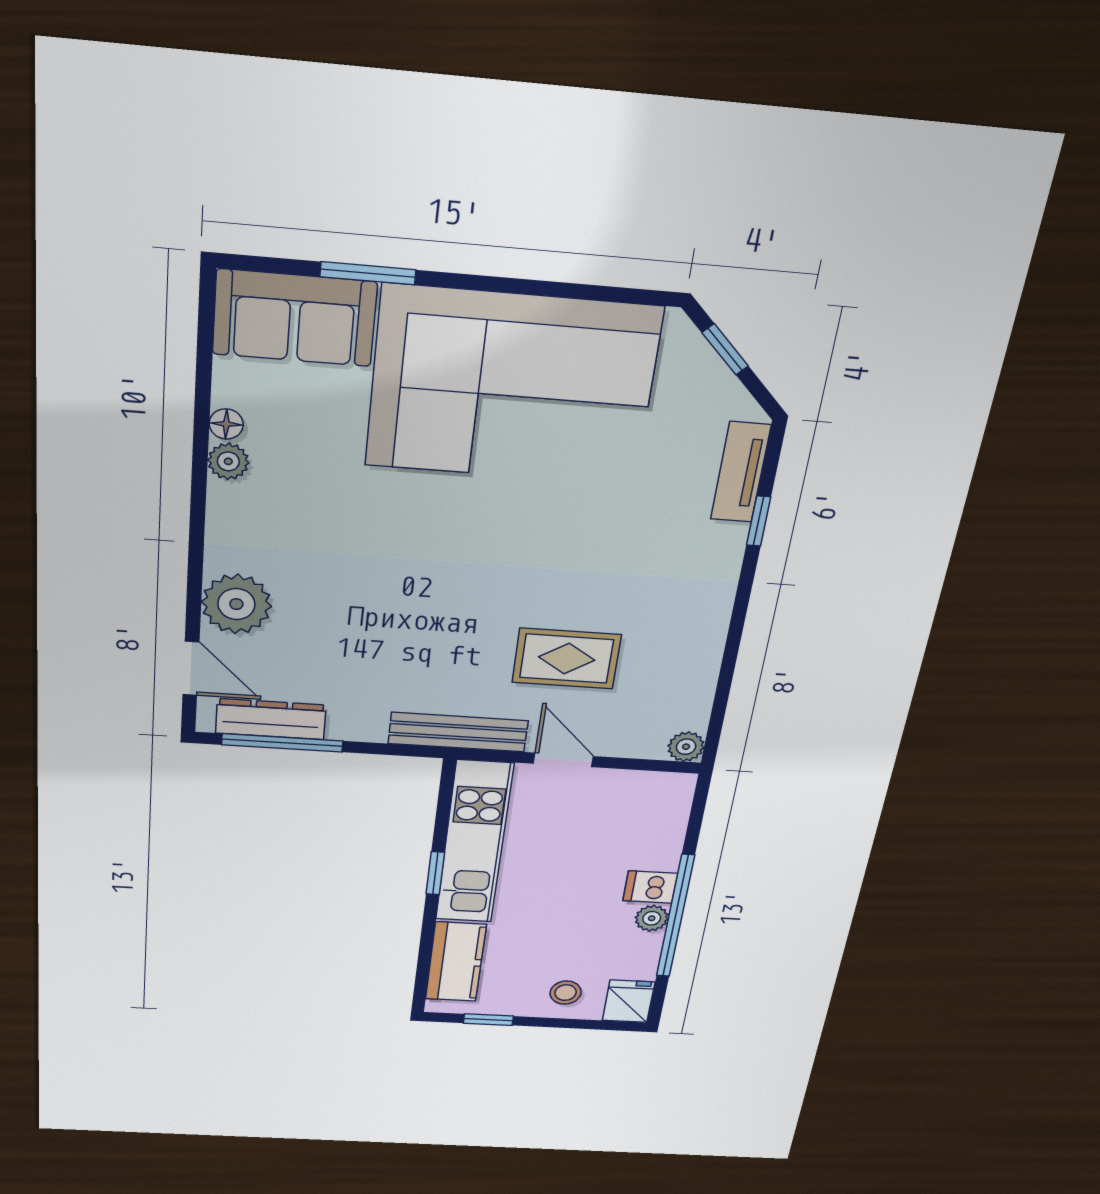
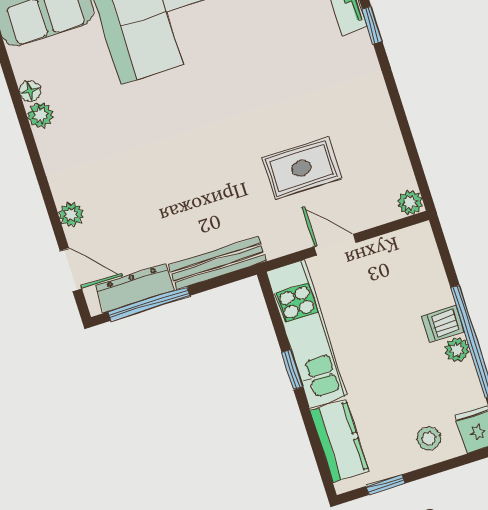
plant: (236, 604) -> (71, 215), width x0.53, depth x0.53
bench: (458, 732) -> (217, 263), moved

